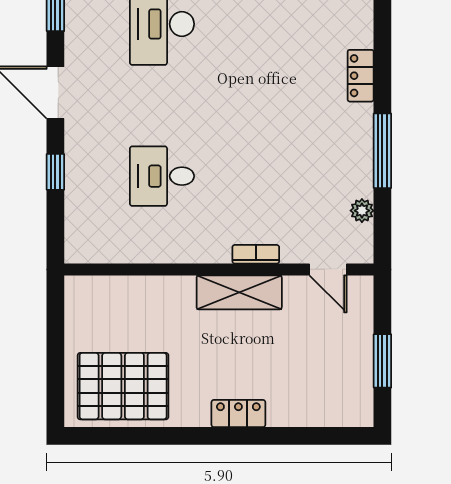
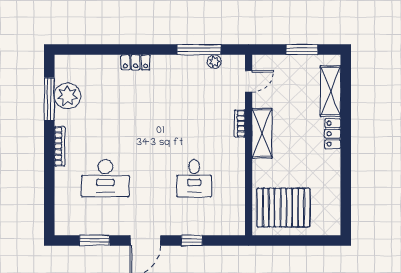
window: (382, 151) -> (199, 50), moved
pallet: (123, 386) -> (283, 208), moved, turned 90
shelving: (311, 410) -> (330, 91), added

